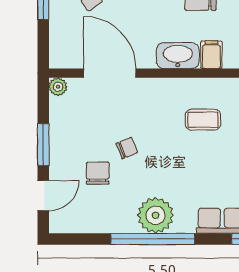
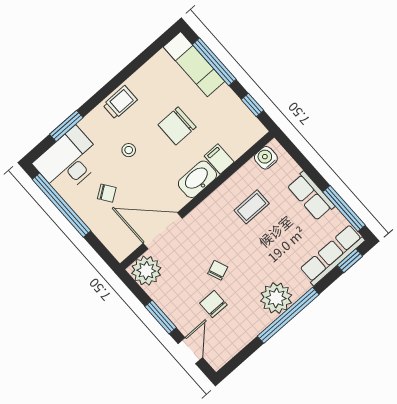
plant: (58, 87) -> (146, 271), width x1.87, depth x1.87

